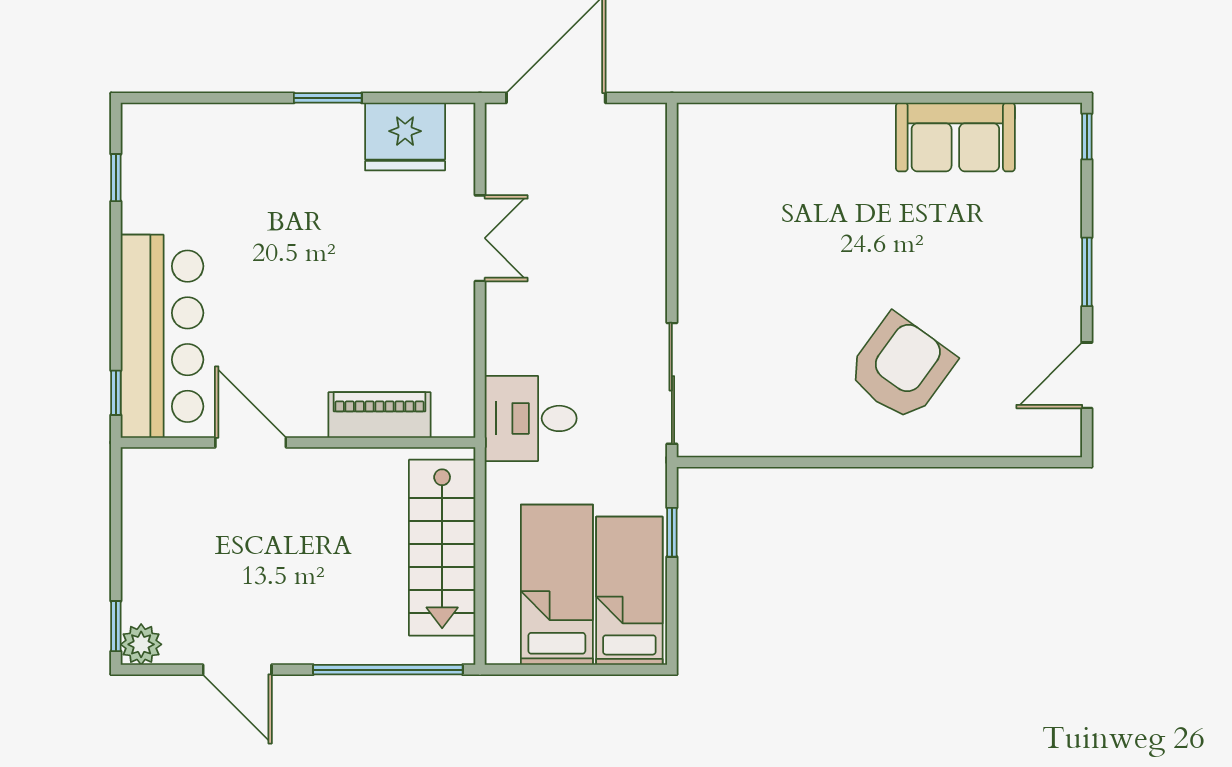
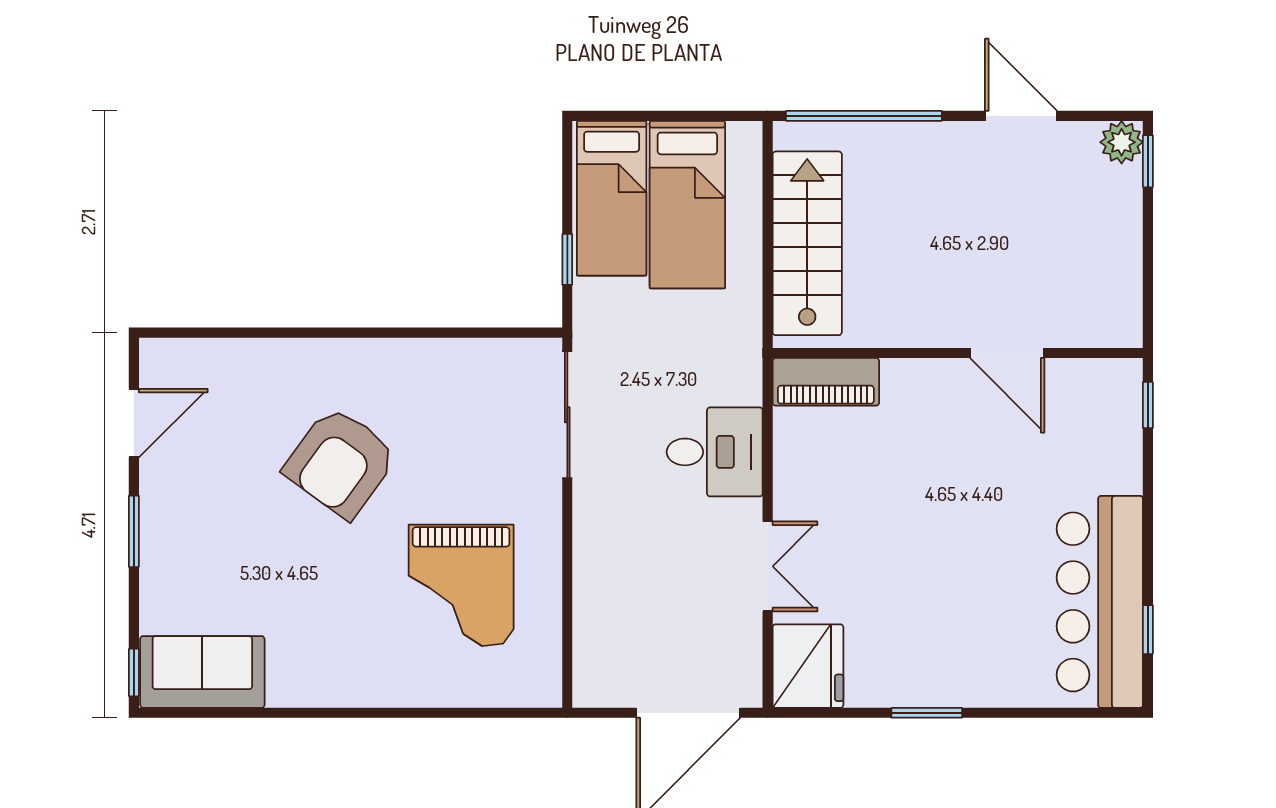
fridge: (405, 137) -> (808, 666), moved, turned 90
sofa: (955, 137) -> (202, 672), moved
grand piano: (774, 220) -> (461, 585), added
double door: (480, 238) -> (768, 566), swing flipped
bar counter: (162, 336) -> (1100, 602), moved
armchair: (901, 368) -> (341, 462), moved
piano: (380, 415) -> (826, 382), moved
desk: (531, 418) -> (715, 452), moved

